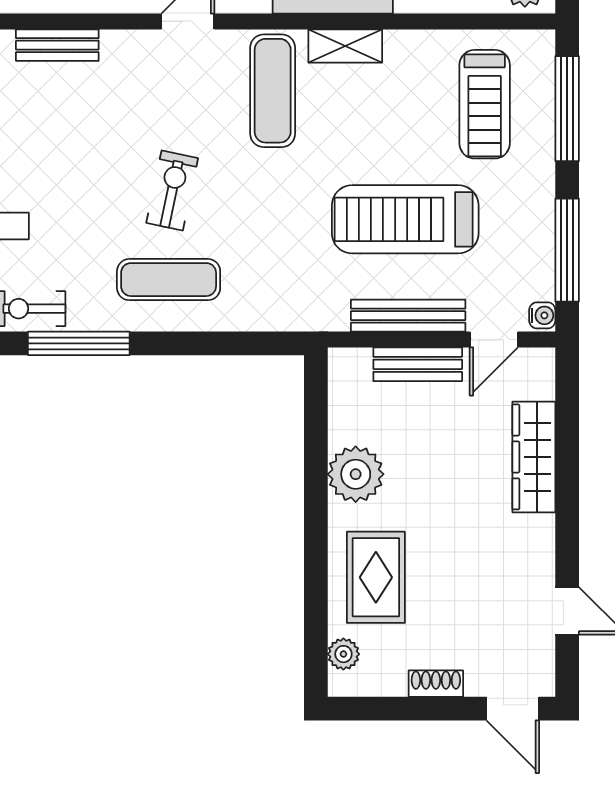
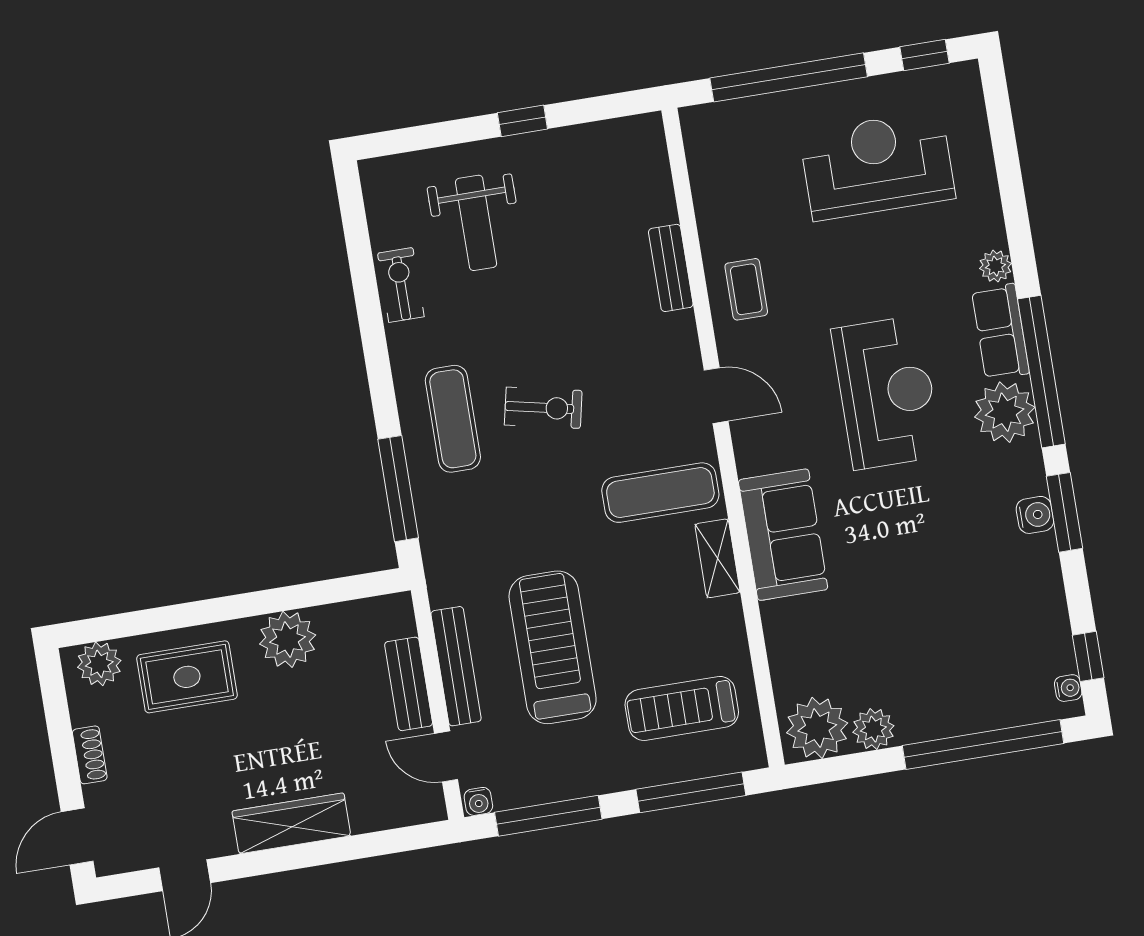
window: (79, 343) -> (398, 489), moved
wardrobe: (534, 457) -> (291, 823), moved
plant: (343, 654) -> (99, 664), width x1.38, depth x1.38

